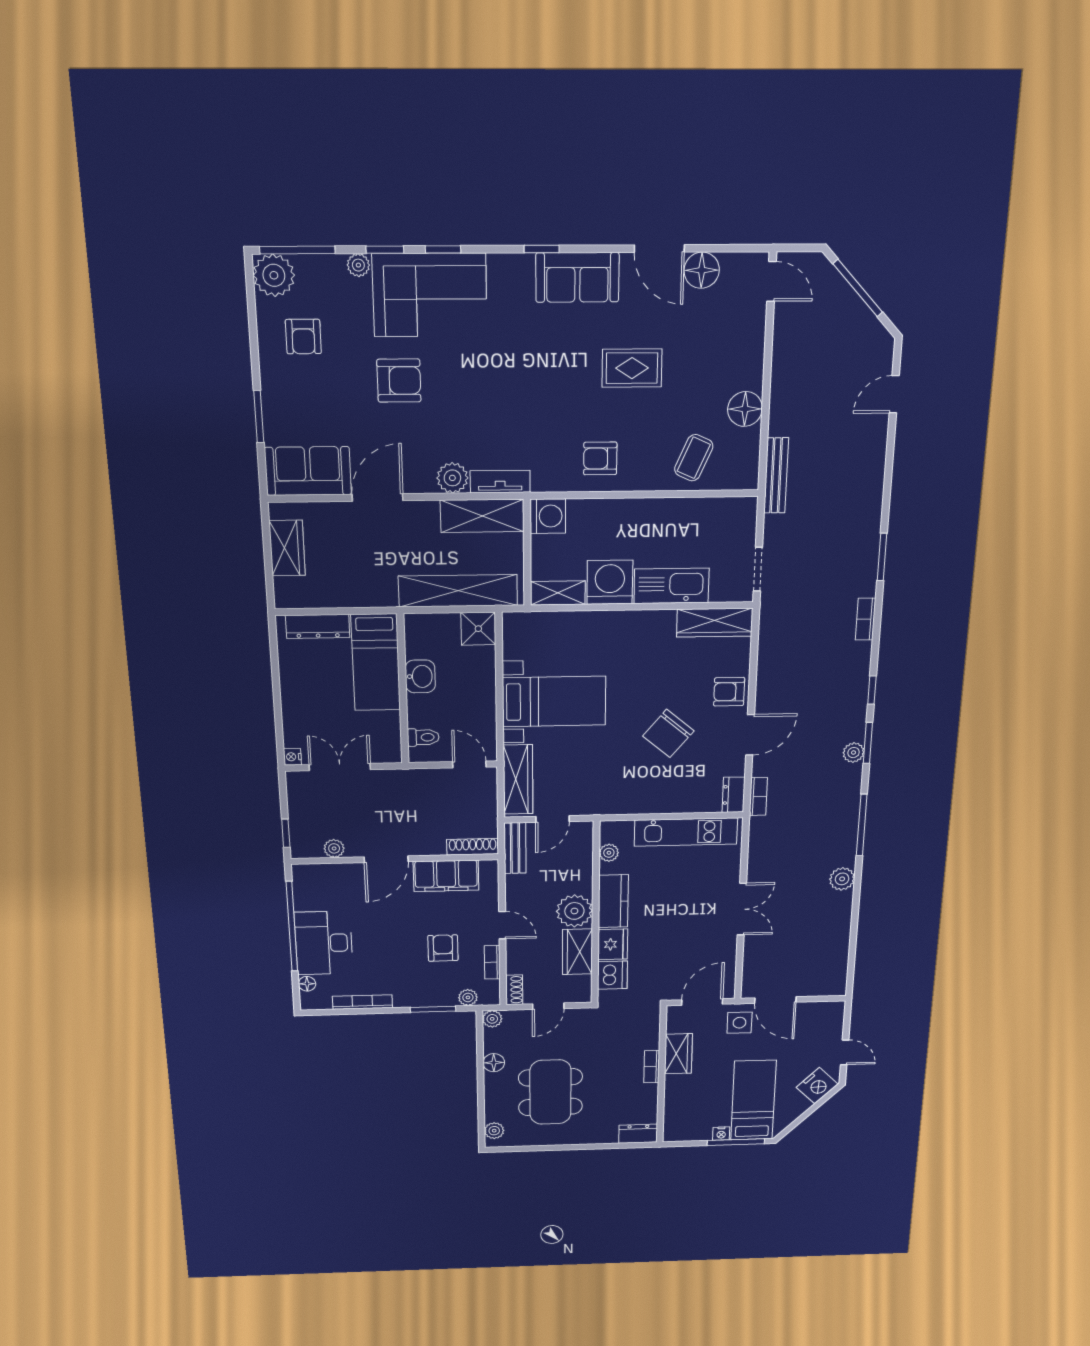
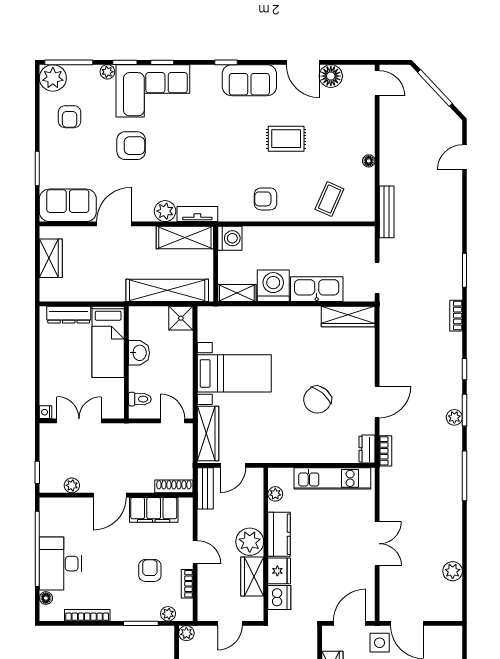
floor lamp: (745, 409) -> (369, 161), width x0.53, depth x0.53
armchair: (729, 692) -> (360, 368), removed
plant: (842, 879) -> (453, 571), moved
shoe rack: (514, 990) -> (204, 608), removed

